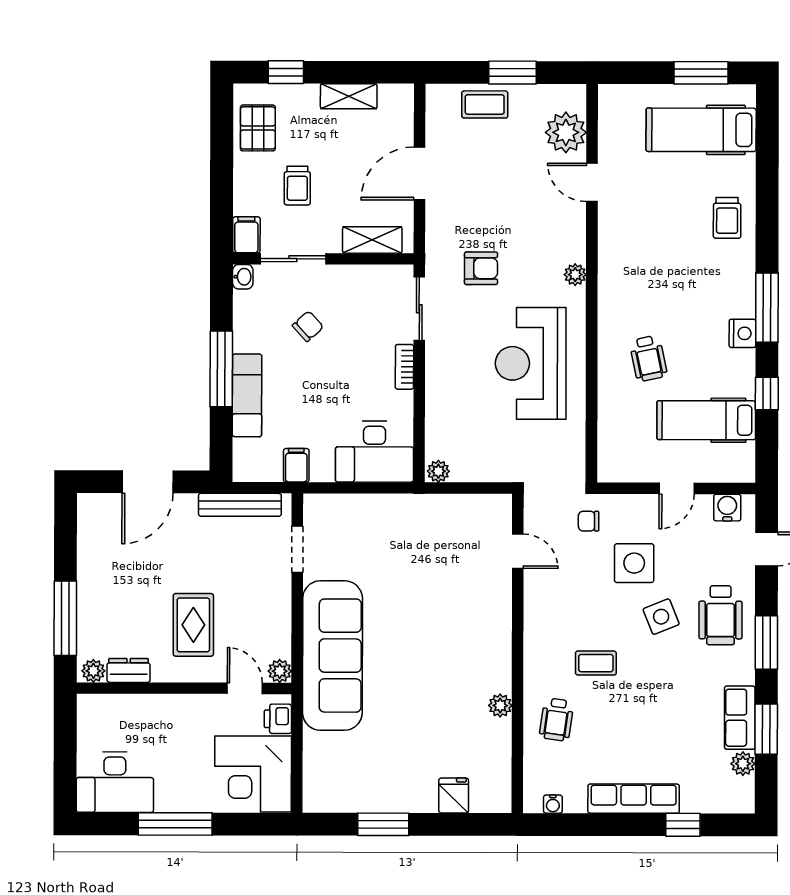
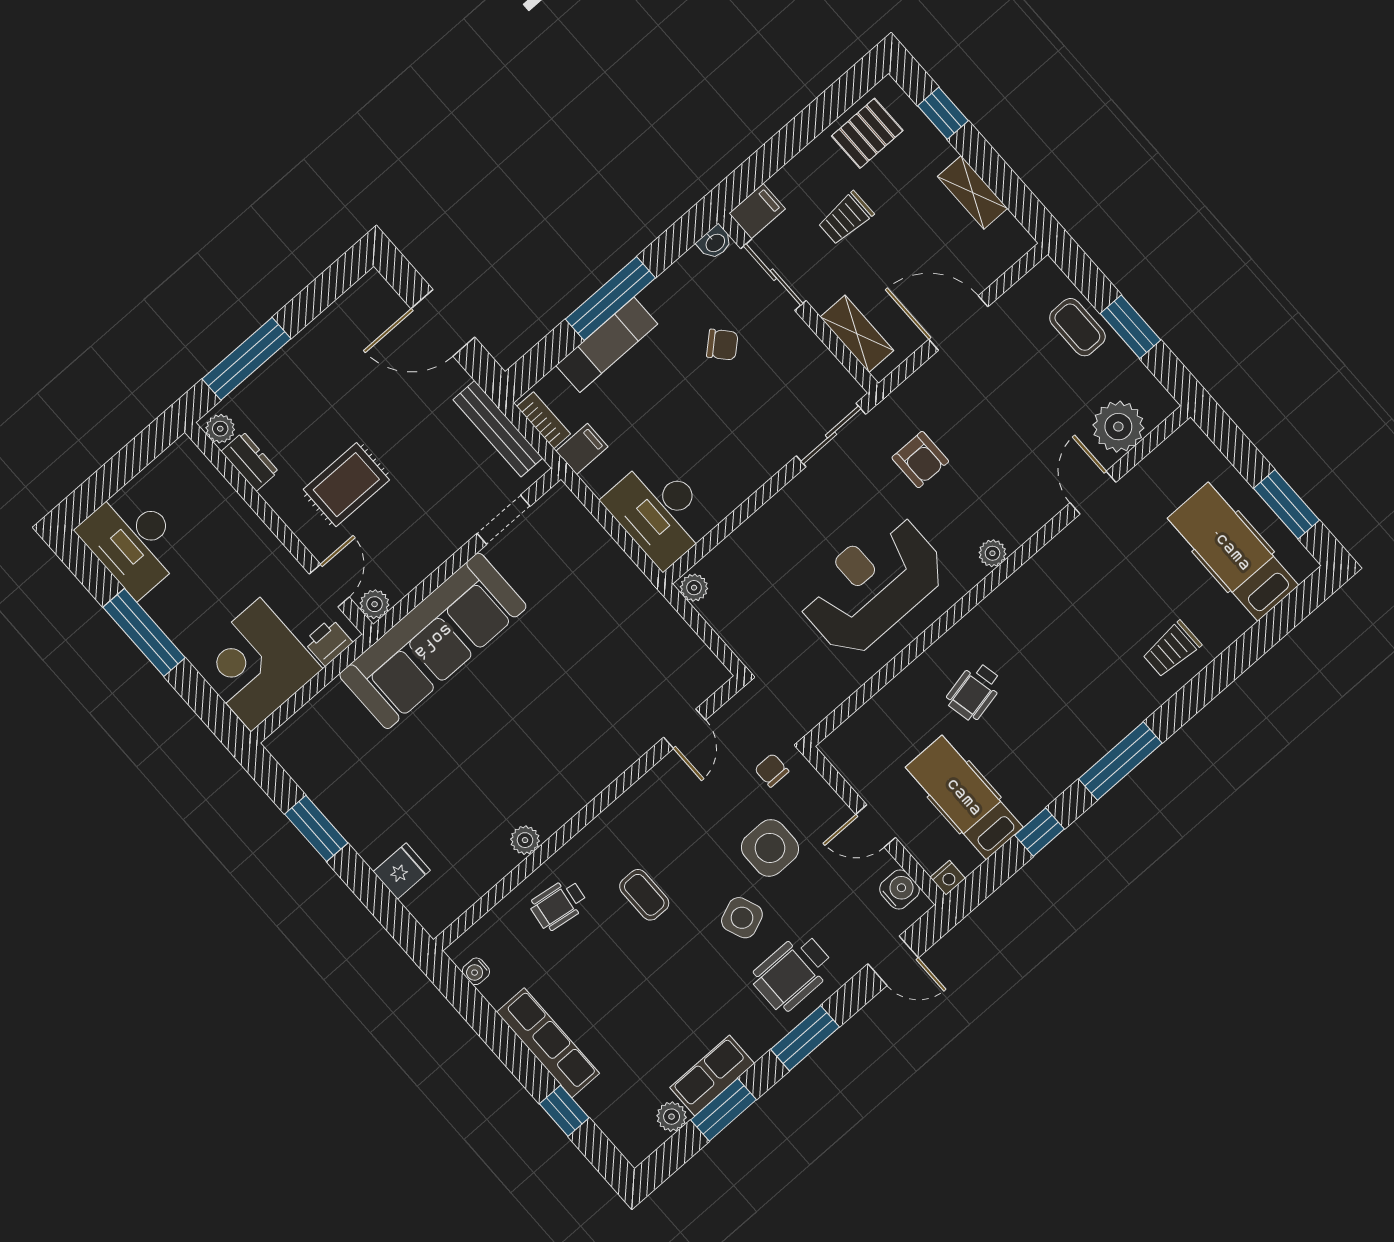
nightstand: (742, 333) -> (948, 878), moved, width x0.72, depth x0.74
bookcase: (404, 367) -> (544, 420), moved, turned 90

